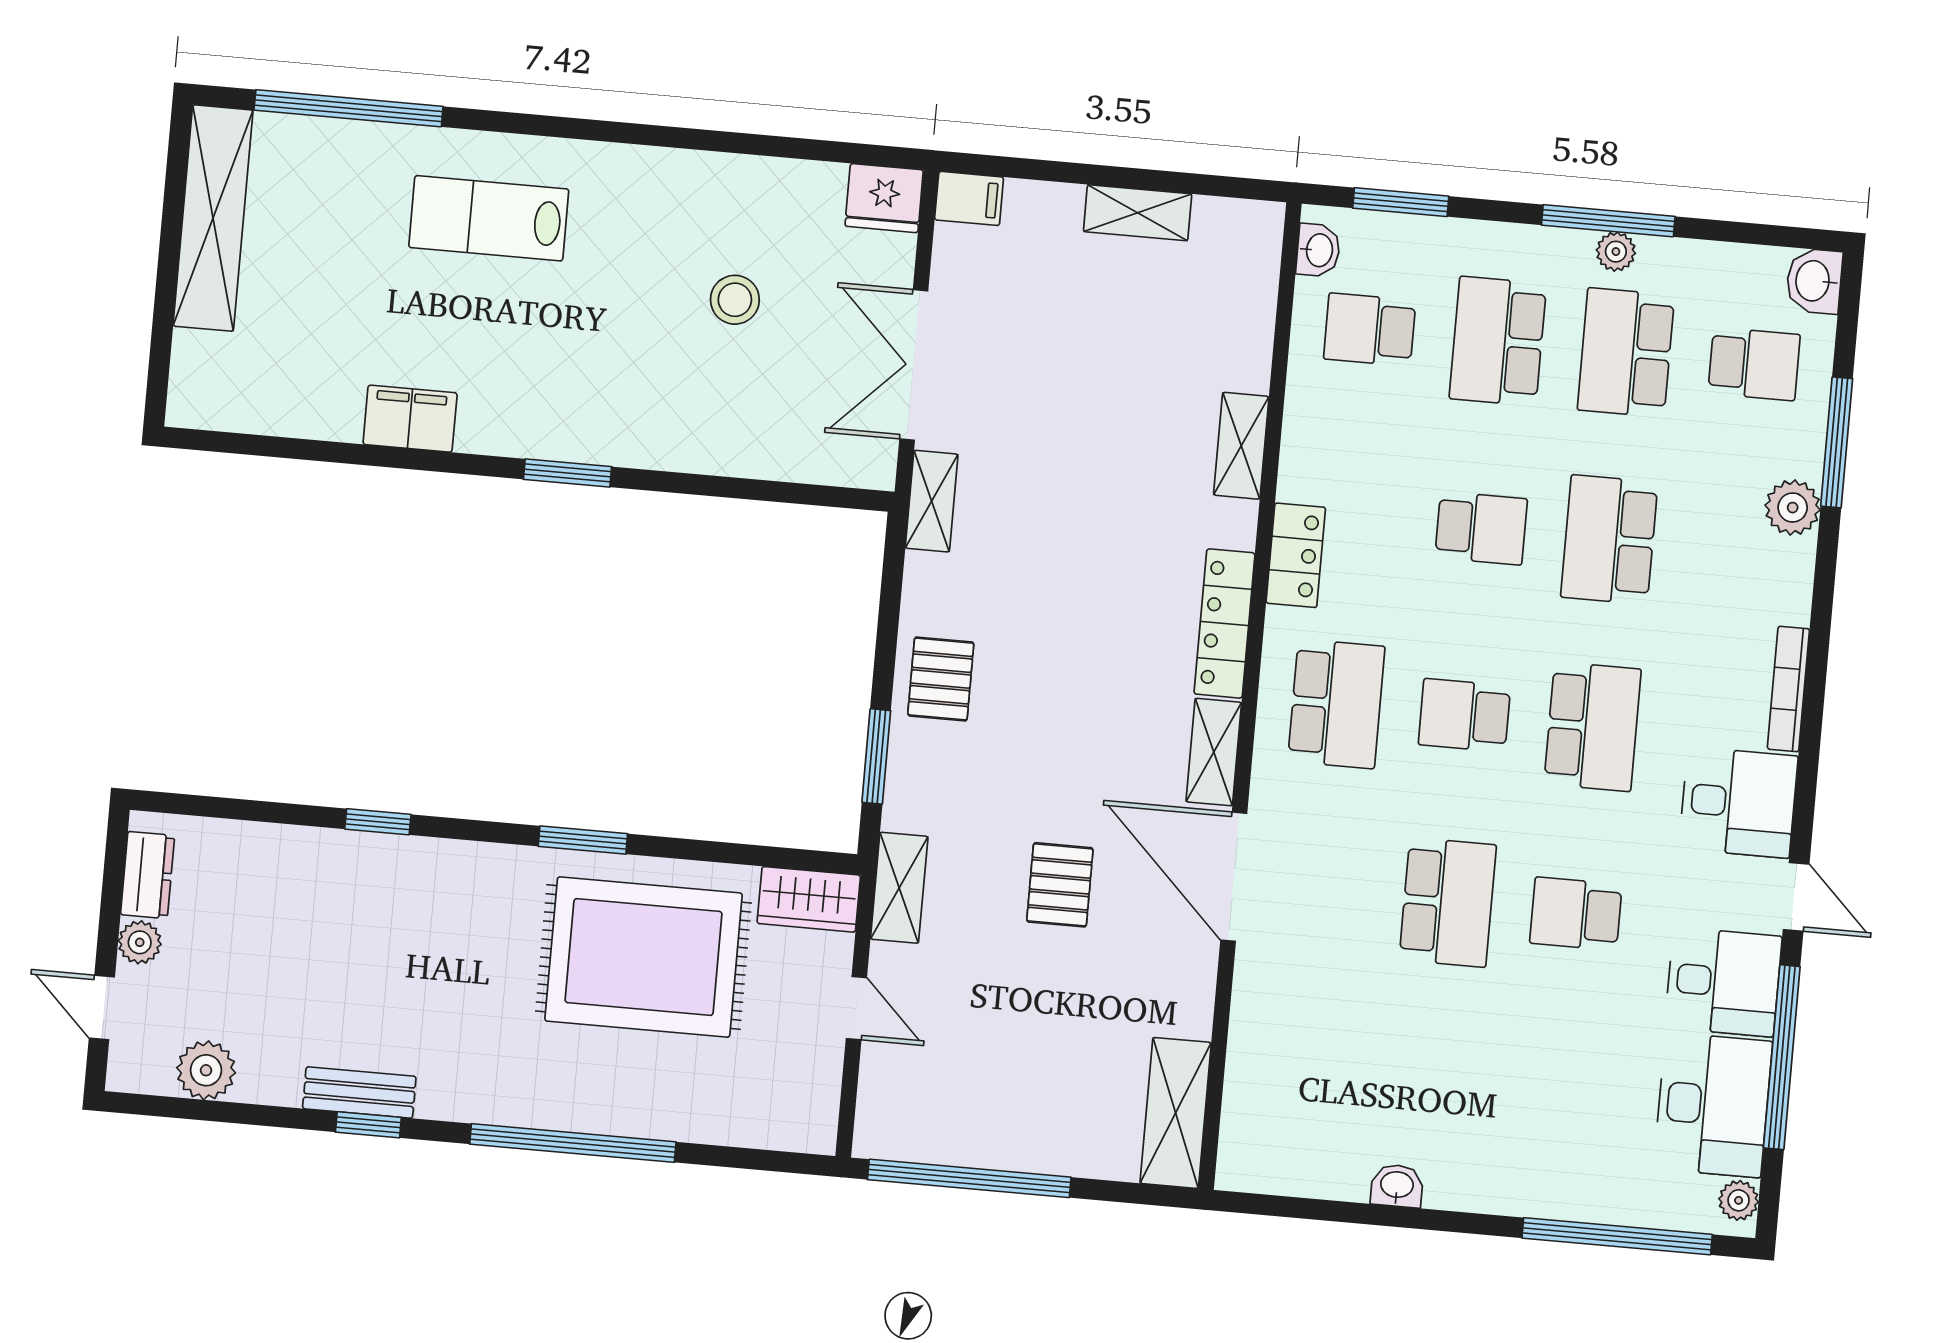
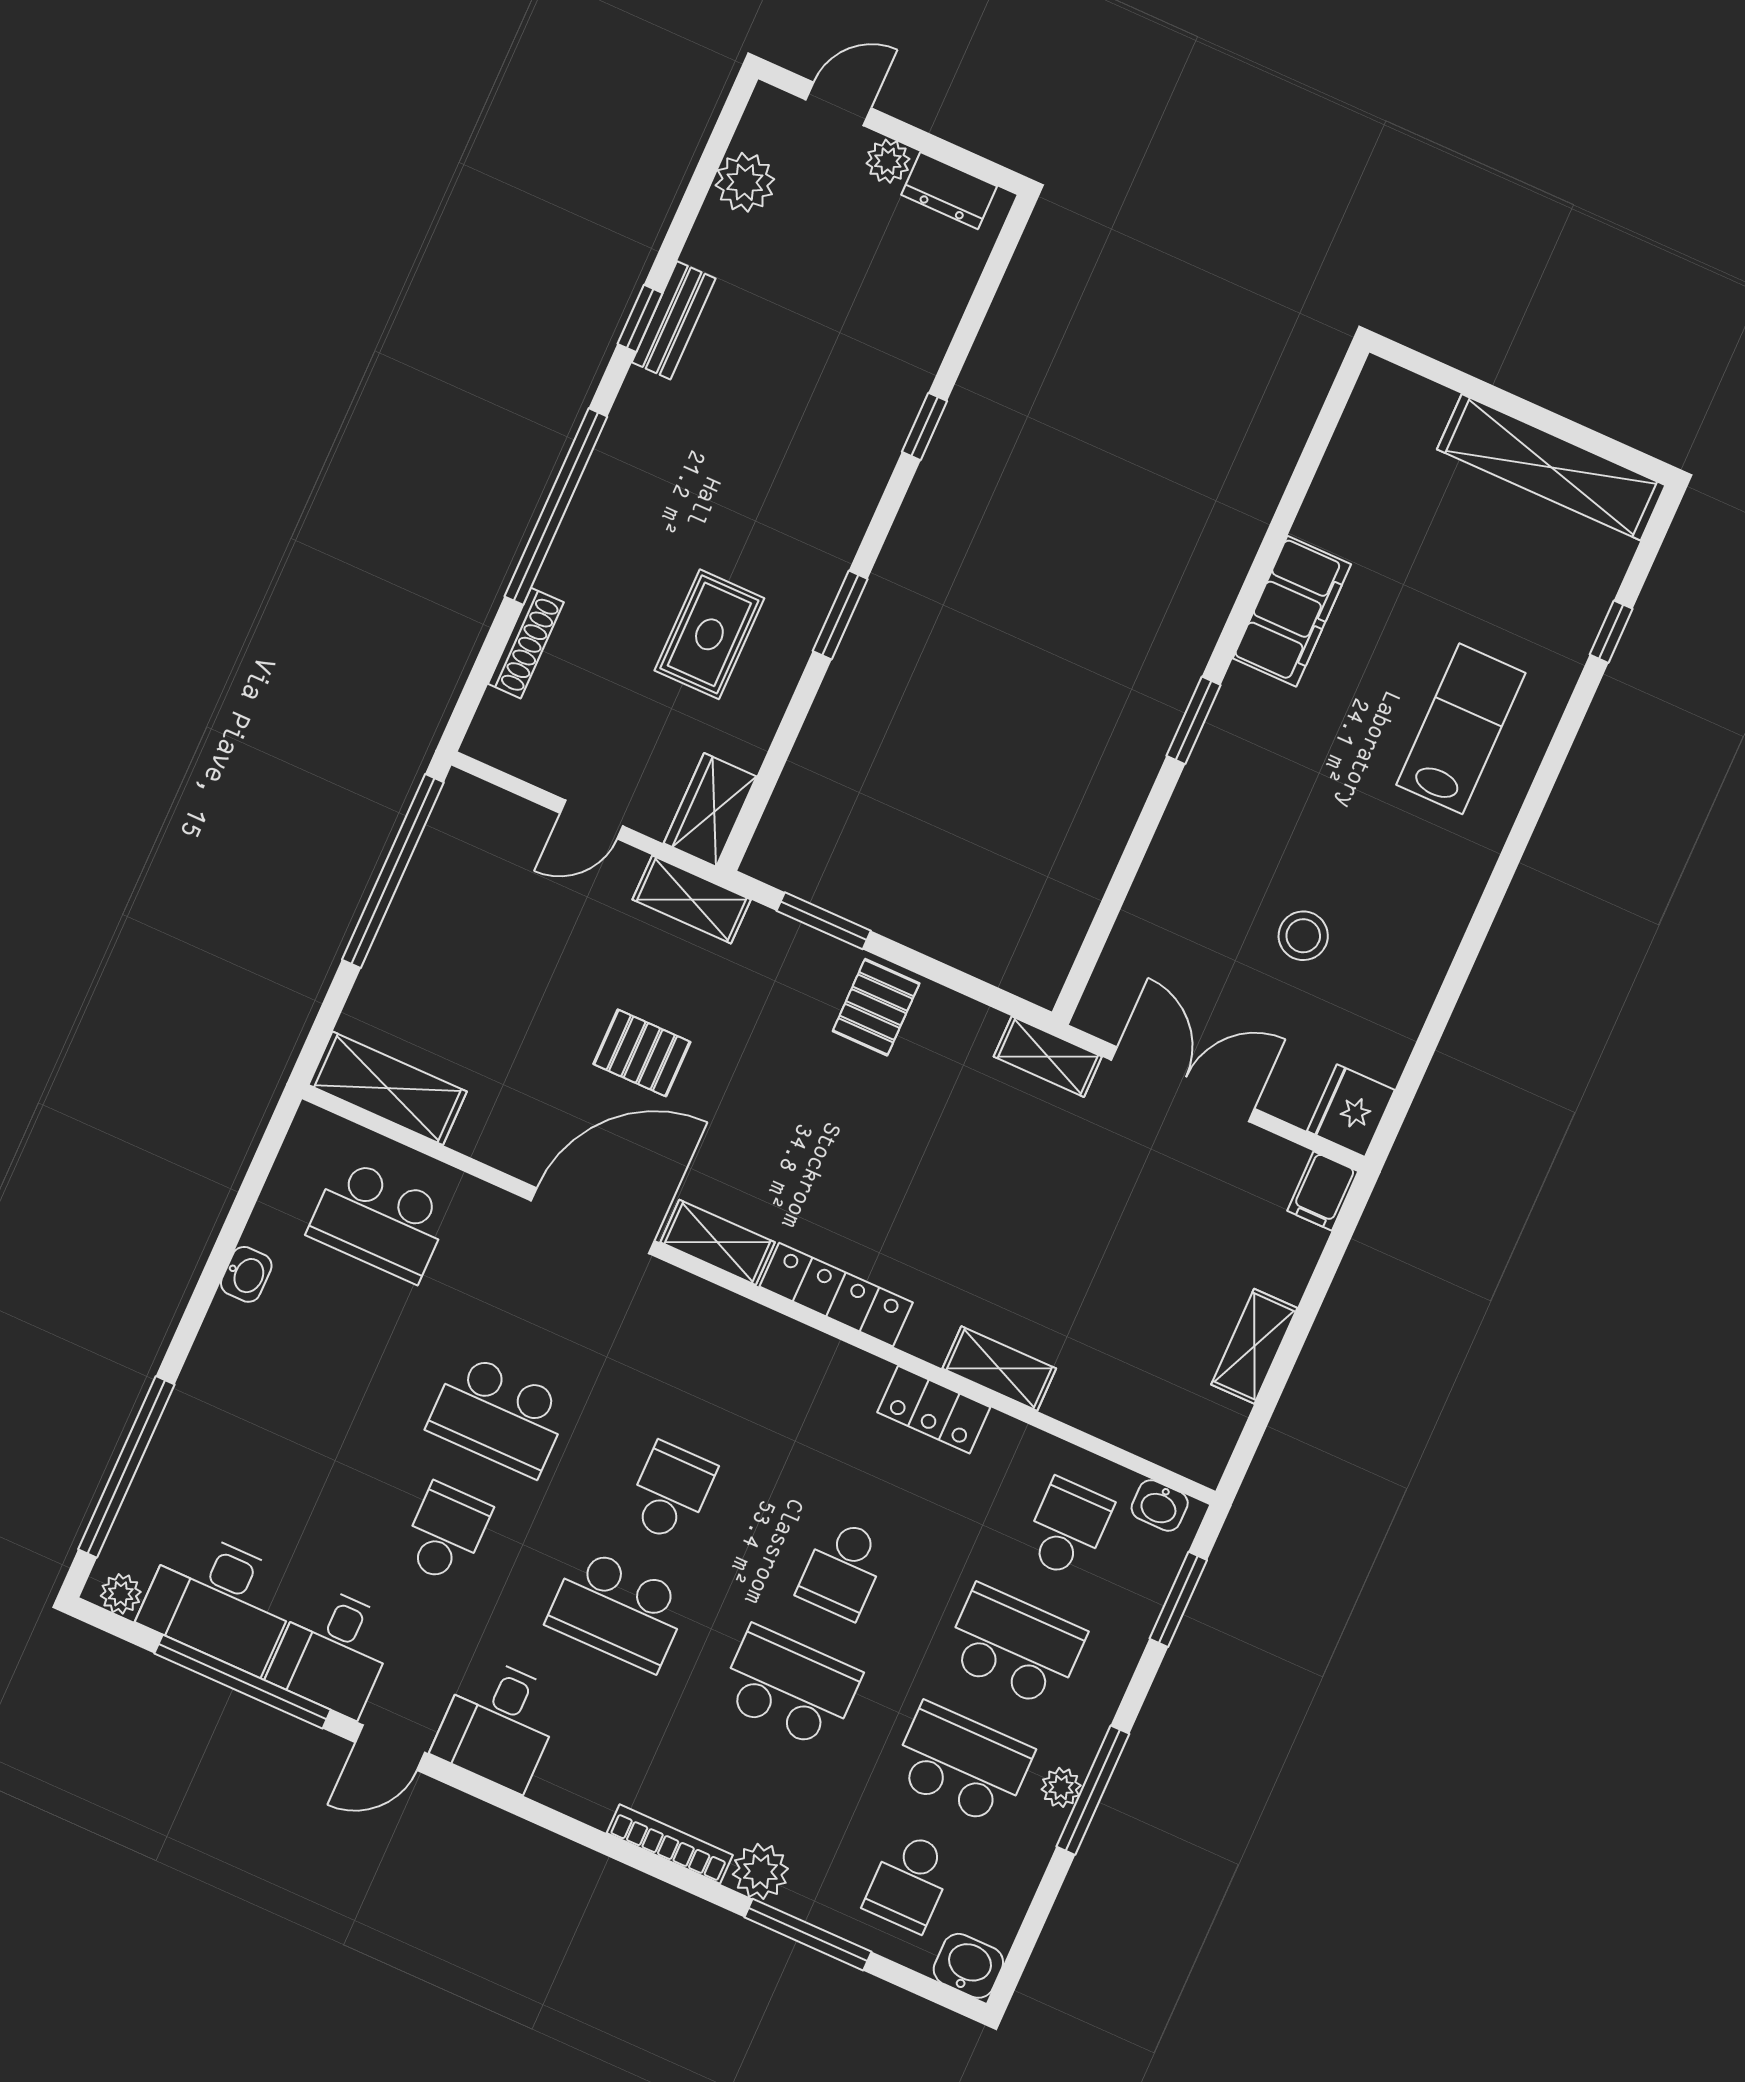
window: (349, 108) -> (1611, 632), width x0.32
filing cabinet: (410, 419) -> (1292, 611), width x1.50, depth x1.17
locker: (1296, 555) -> (934, 1410), moved
pallet: (941, 679) -> (876, 1007), turned 90
bookcase: (1788, 689) -> (670, 1844), moved
school desk: (1336, 704) -> (379, 1220), moved
rug: (644, 957) -> (709, 634), width x0.54, depth x0.49
shoe rack: (711, 1127) -> (526, 643), added

